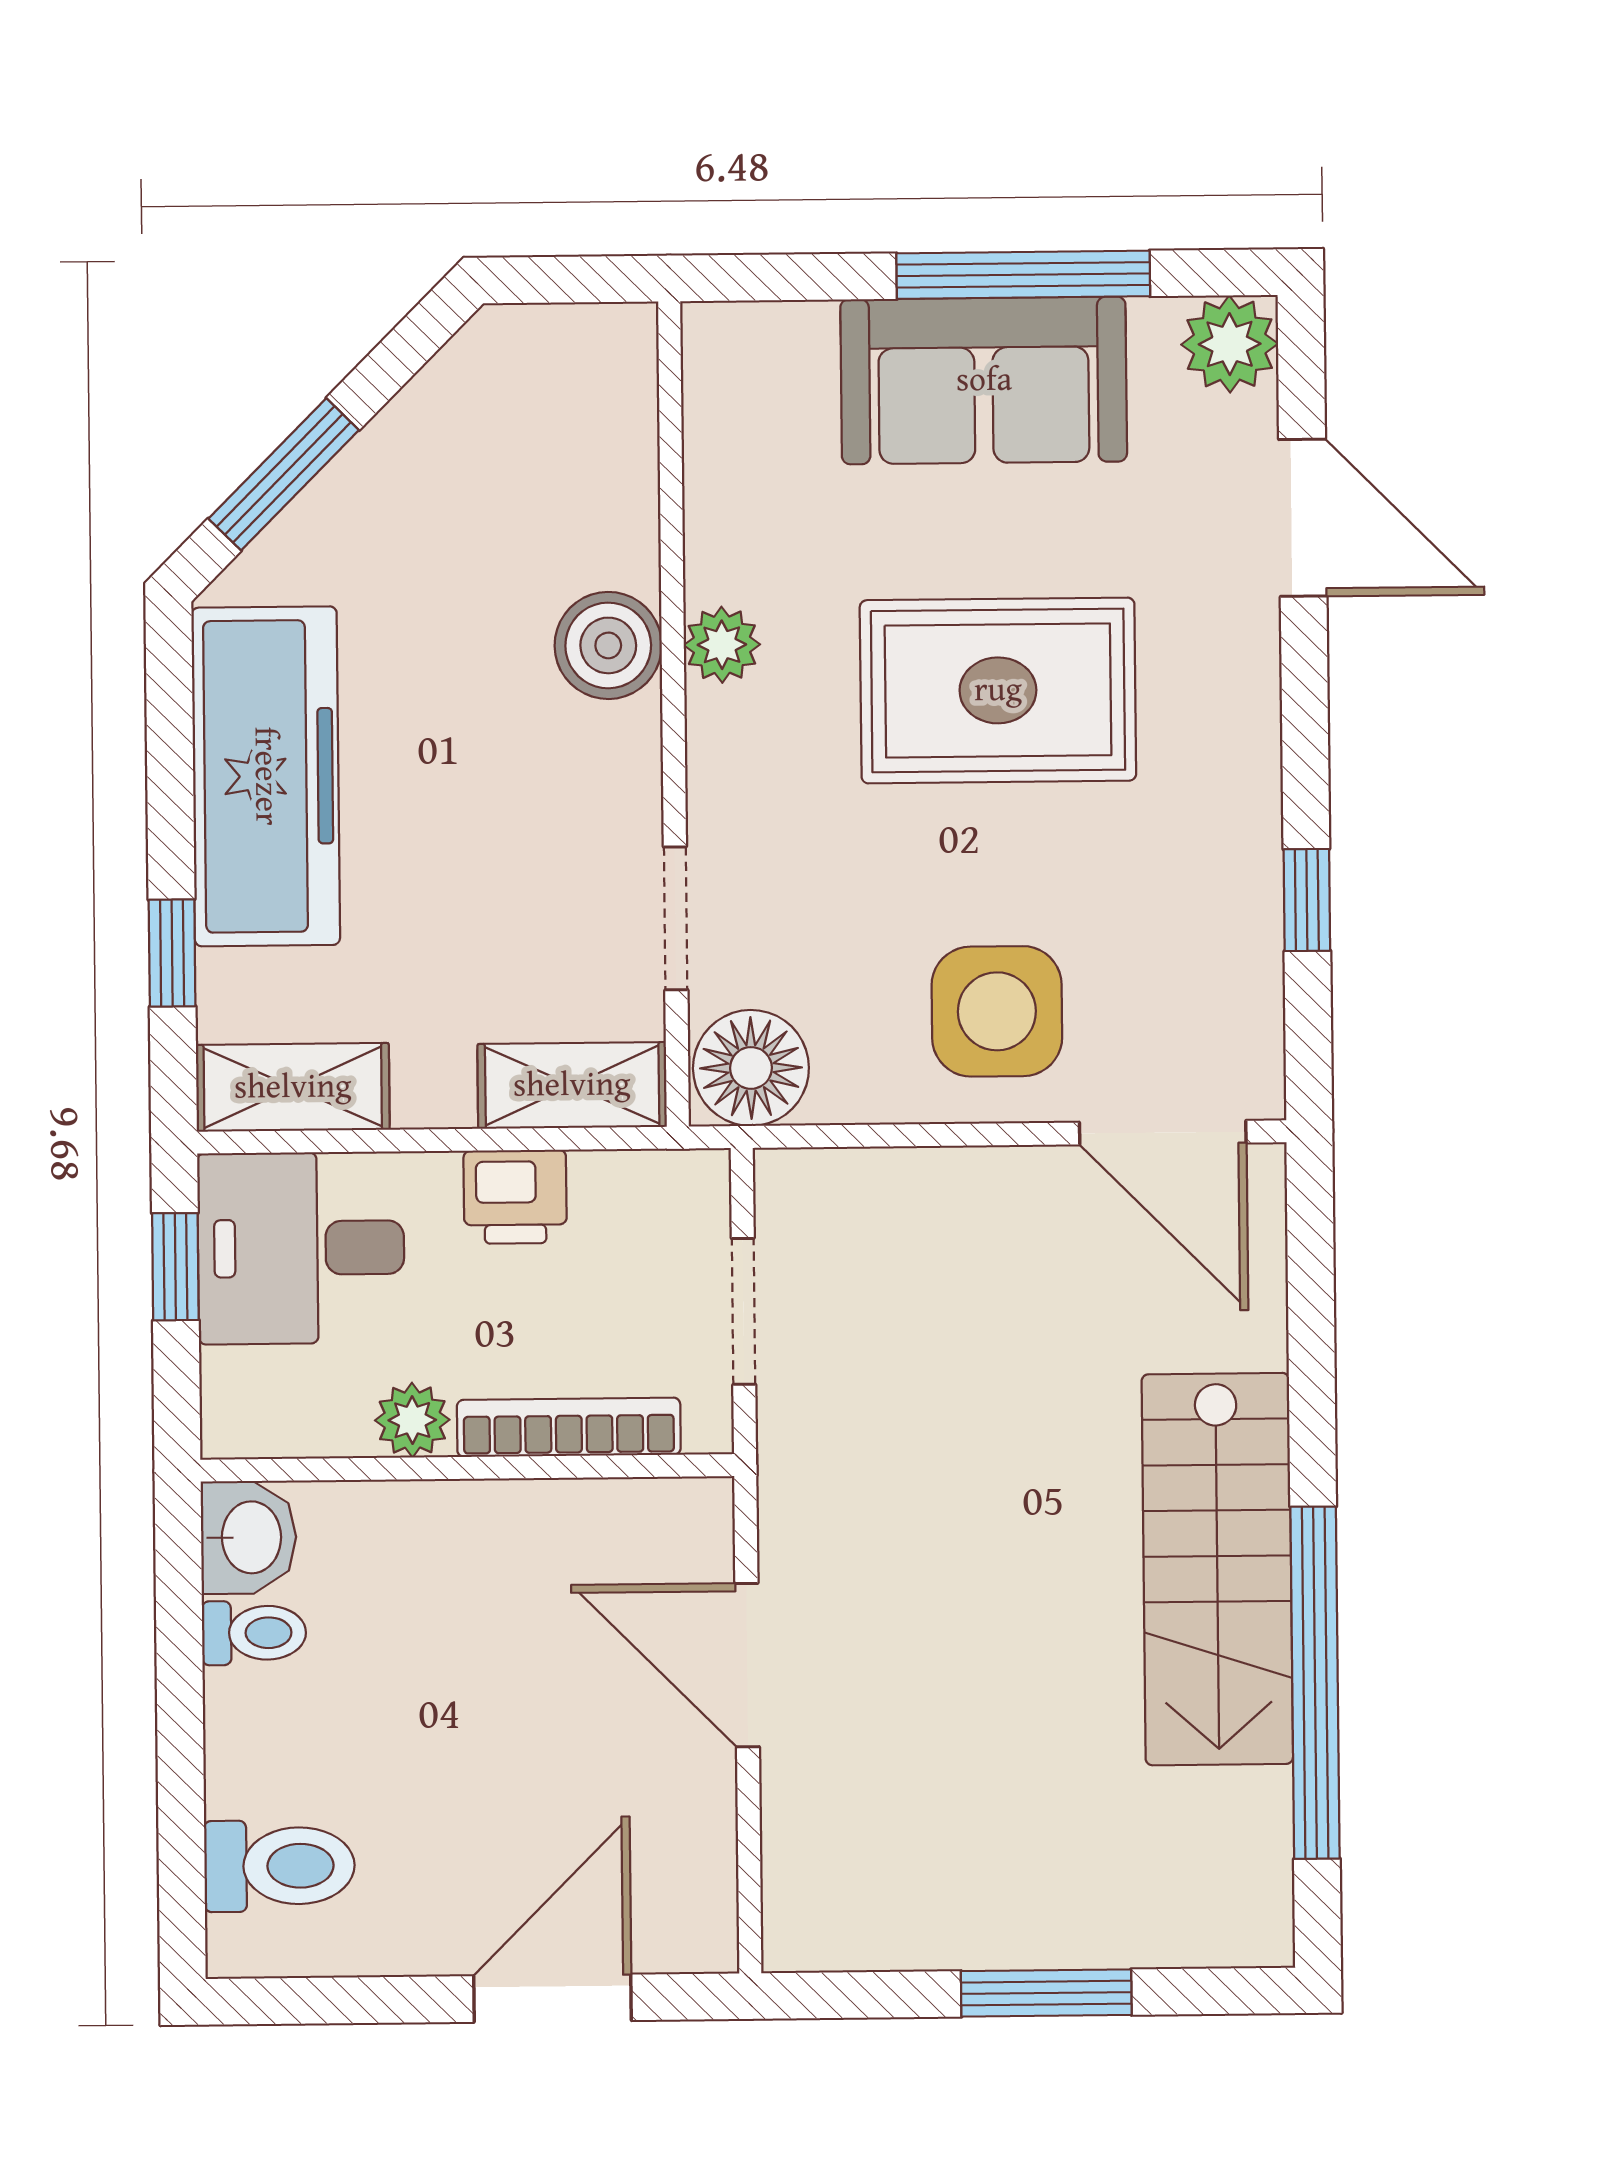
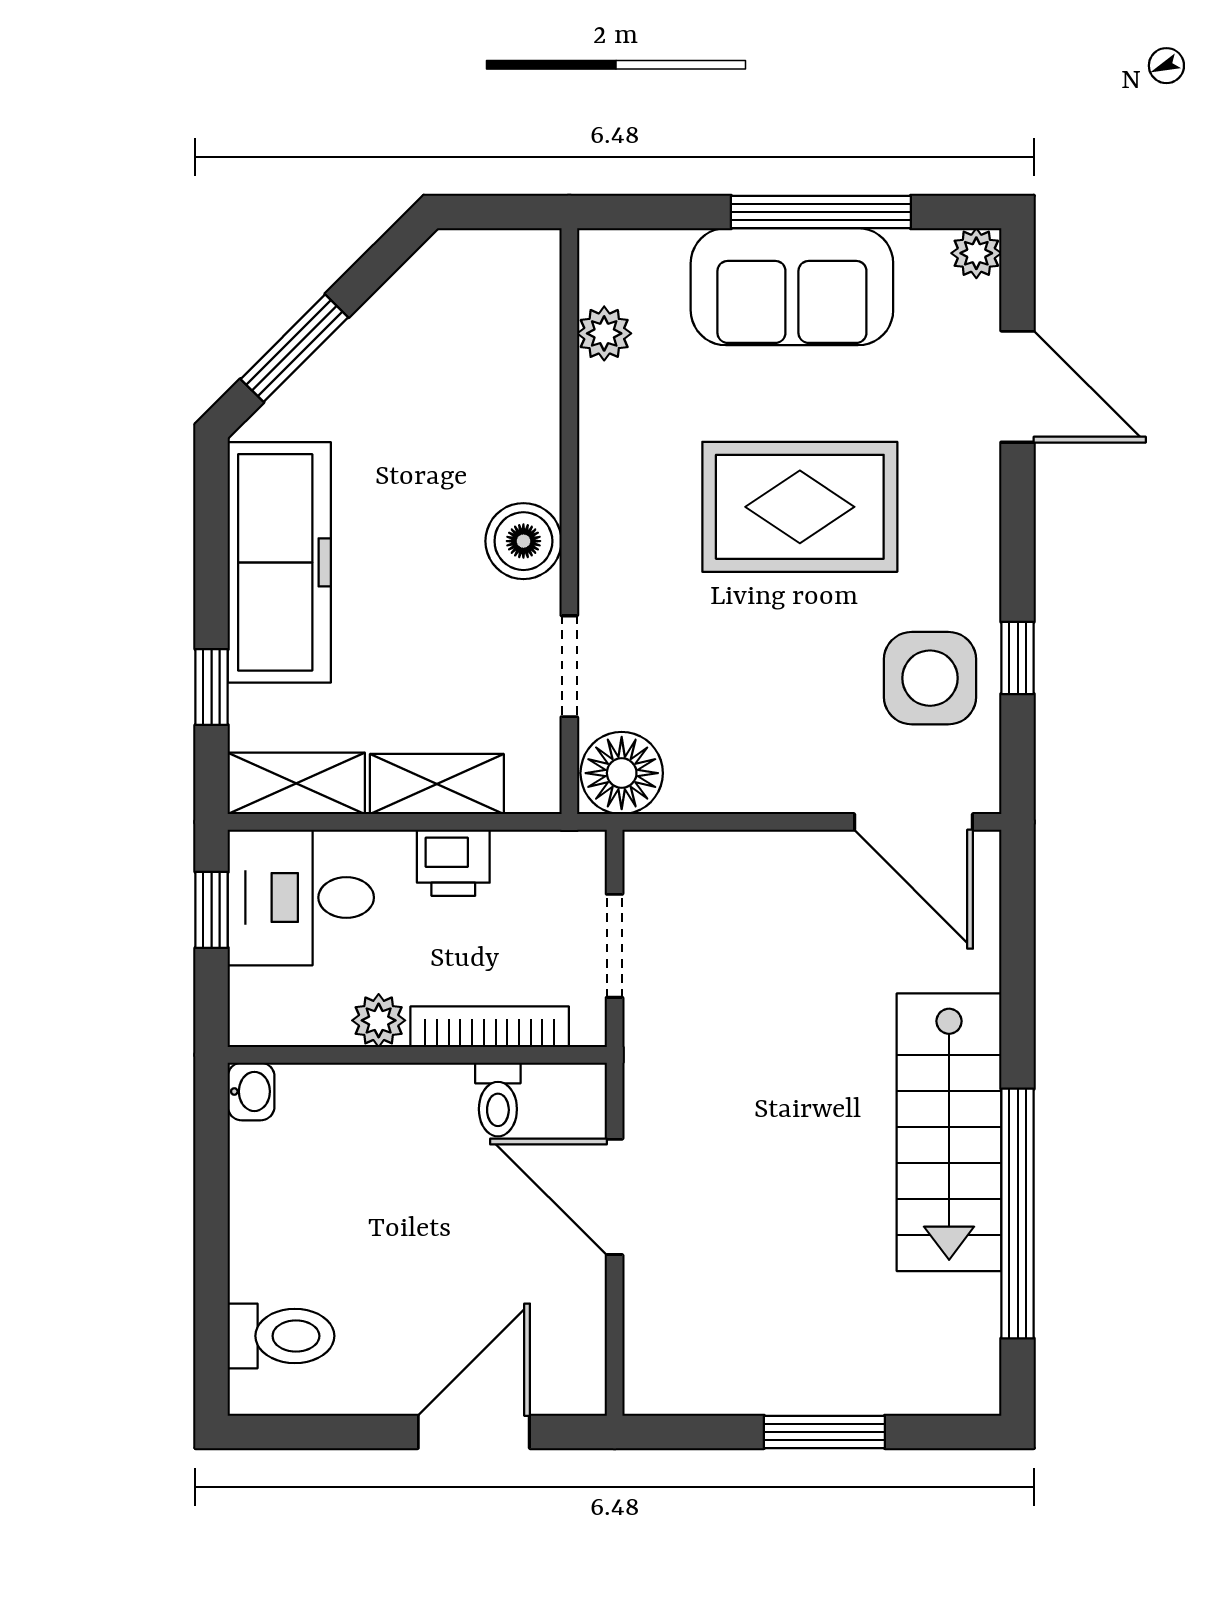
plant: (1230, 344) -> (976, 253), width x0.73, depth x0.73
boiler: (608, 645) -> (523, 541), moved
plant: (722, 645) -> (604, 333), moved
side table: (997, 1011) -> (930, 678), moved
shelving: (572, 1085) -> (437, 784), moved
washbasin: (249, 1537) -> (251, 1091), width x0.72, depth x0.69
toilet: (254, 1633) -> (498, 1100), moved, turned 90

